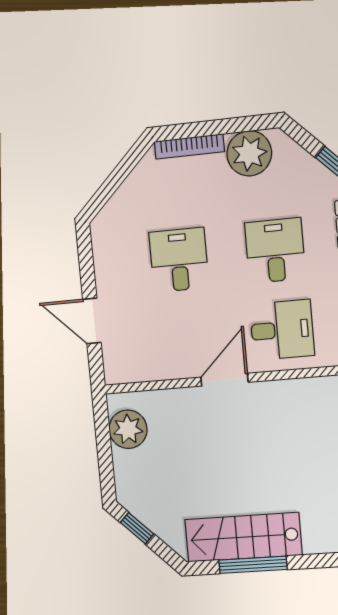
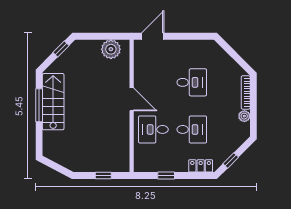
plant: (249, 153) -> (244, 116), width x0.53, depth x0.53
door: (92, 321) -> (153, 36), moved
desk: (282, 330) -> (153, 129), turned 90

